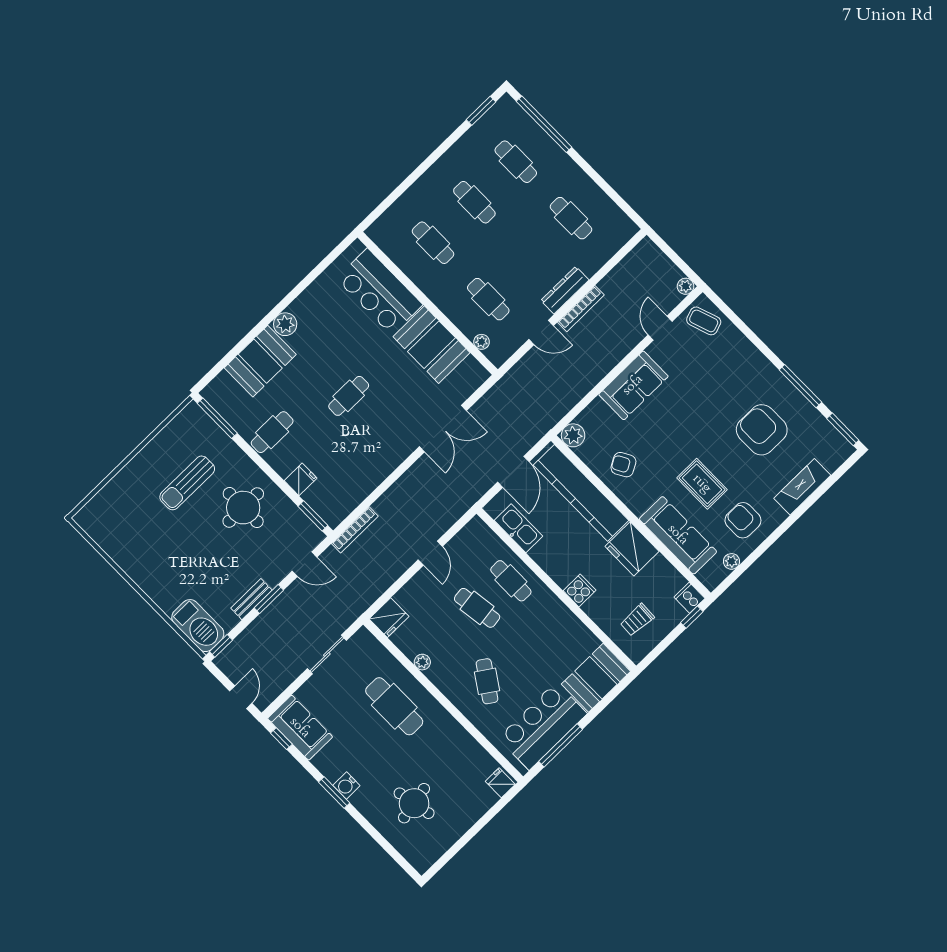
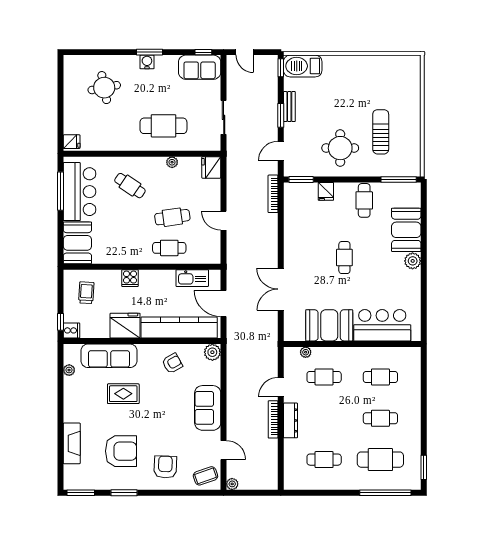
cafe table: (516, 162) -> (380, 460), width x1.37, depth x1.35
window: (800, 386) -> (124, 493), width x0.69
armchair: (743, 520) -> (165, 467), moved, turned -88

